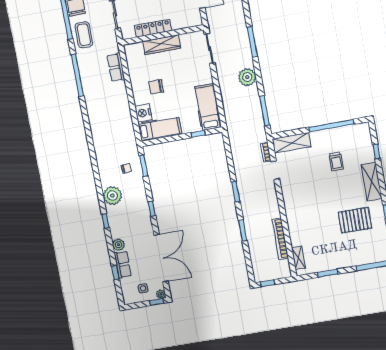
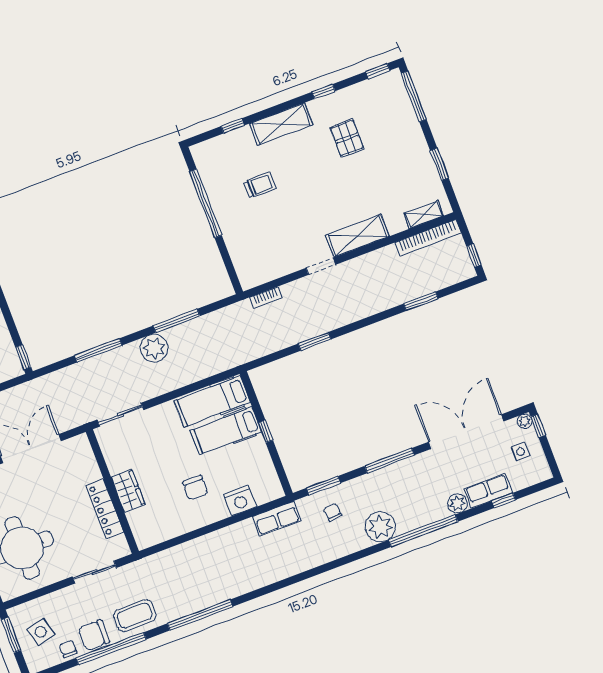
wardrobe: (162, 45) -> (128, 491), width x0.67
row of seats: (116, 67) -> (277, 519), moved
window: (265, 111) -> (177, 321), moved
hospital bed: (160, 129) -> (226, 431), moved, turned -90
window: (198, 134) -> (265, 431), moved
shelving: (292, 143) -> (357, 236), moved, turned 90
doorway: (275, 170) -> (321, 266), moved
window: (236, 192) -> (315, 341), moved
window: (152, 209) -> (389, 461), width x2.17
pallet: (355, 220) -> (347, 138), width x0.67, depth x0.71
window: (105, 221) -> (423, 531), width x3.17
window: (243, 230) -> (421, 301), moved
bookcase: (280, 239) -> (428, 238), moved

